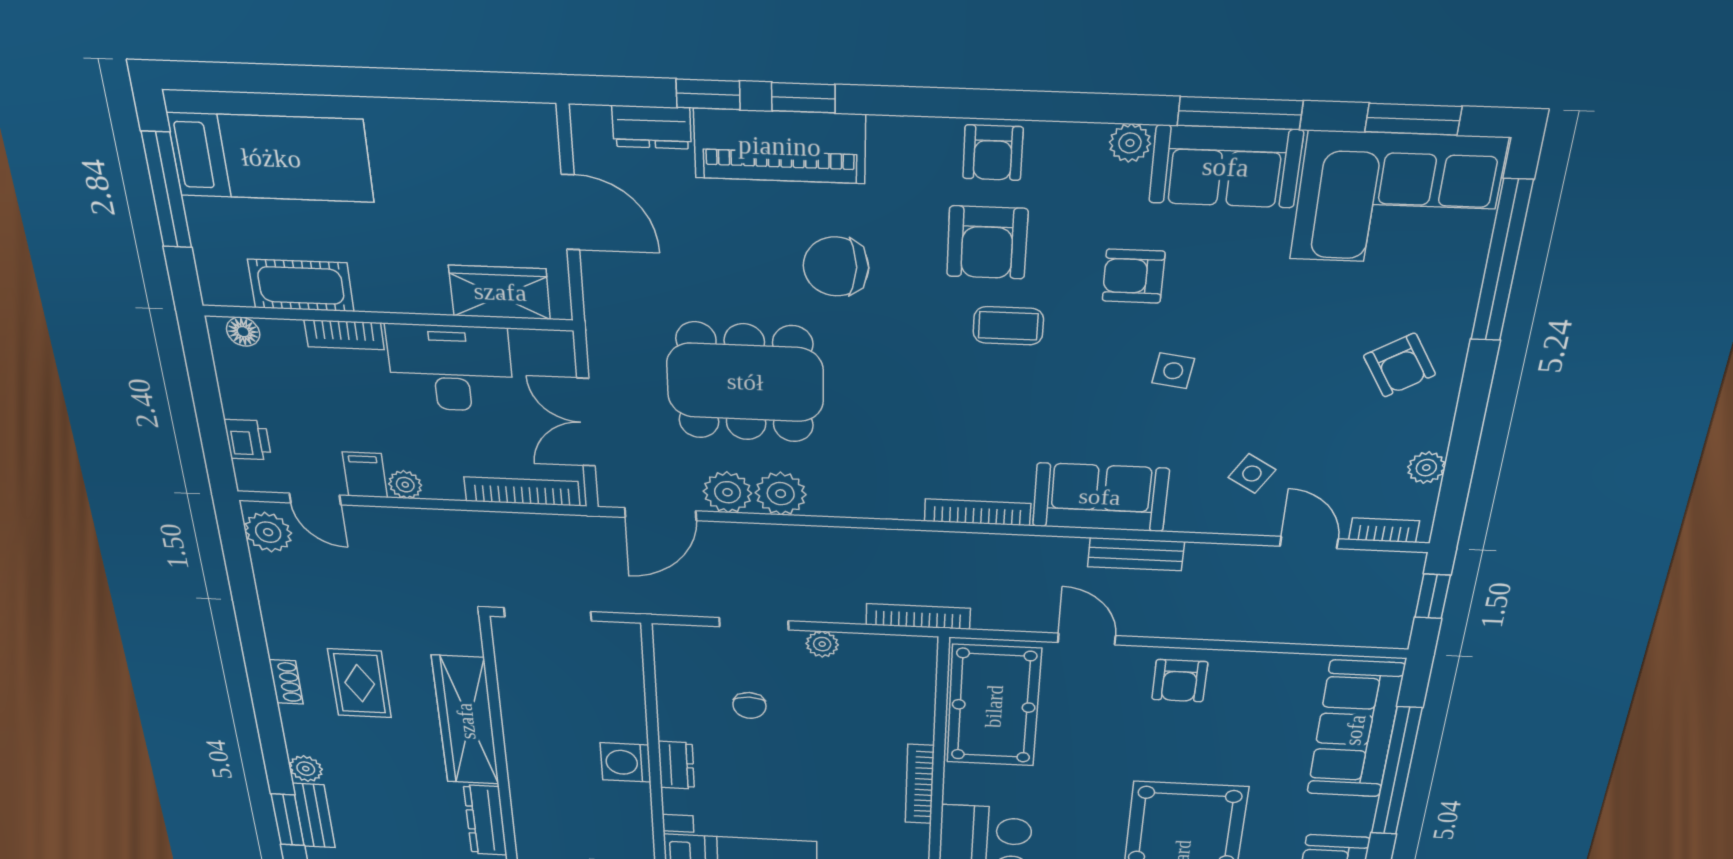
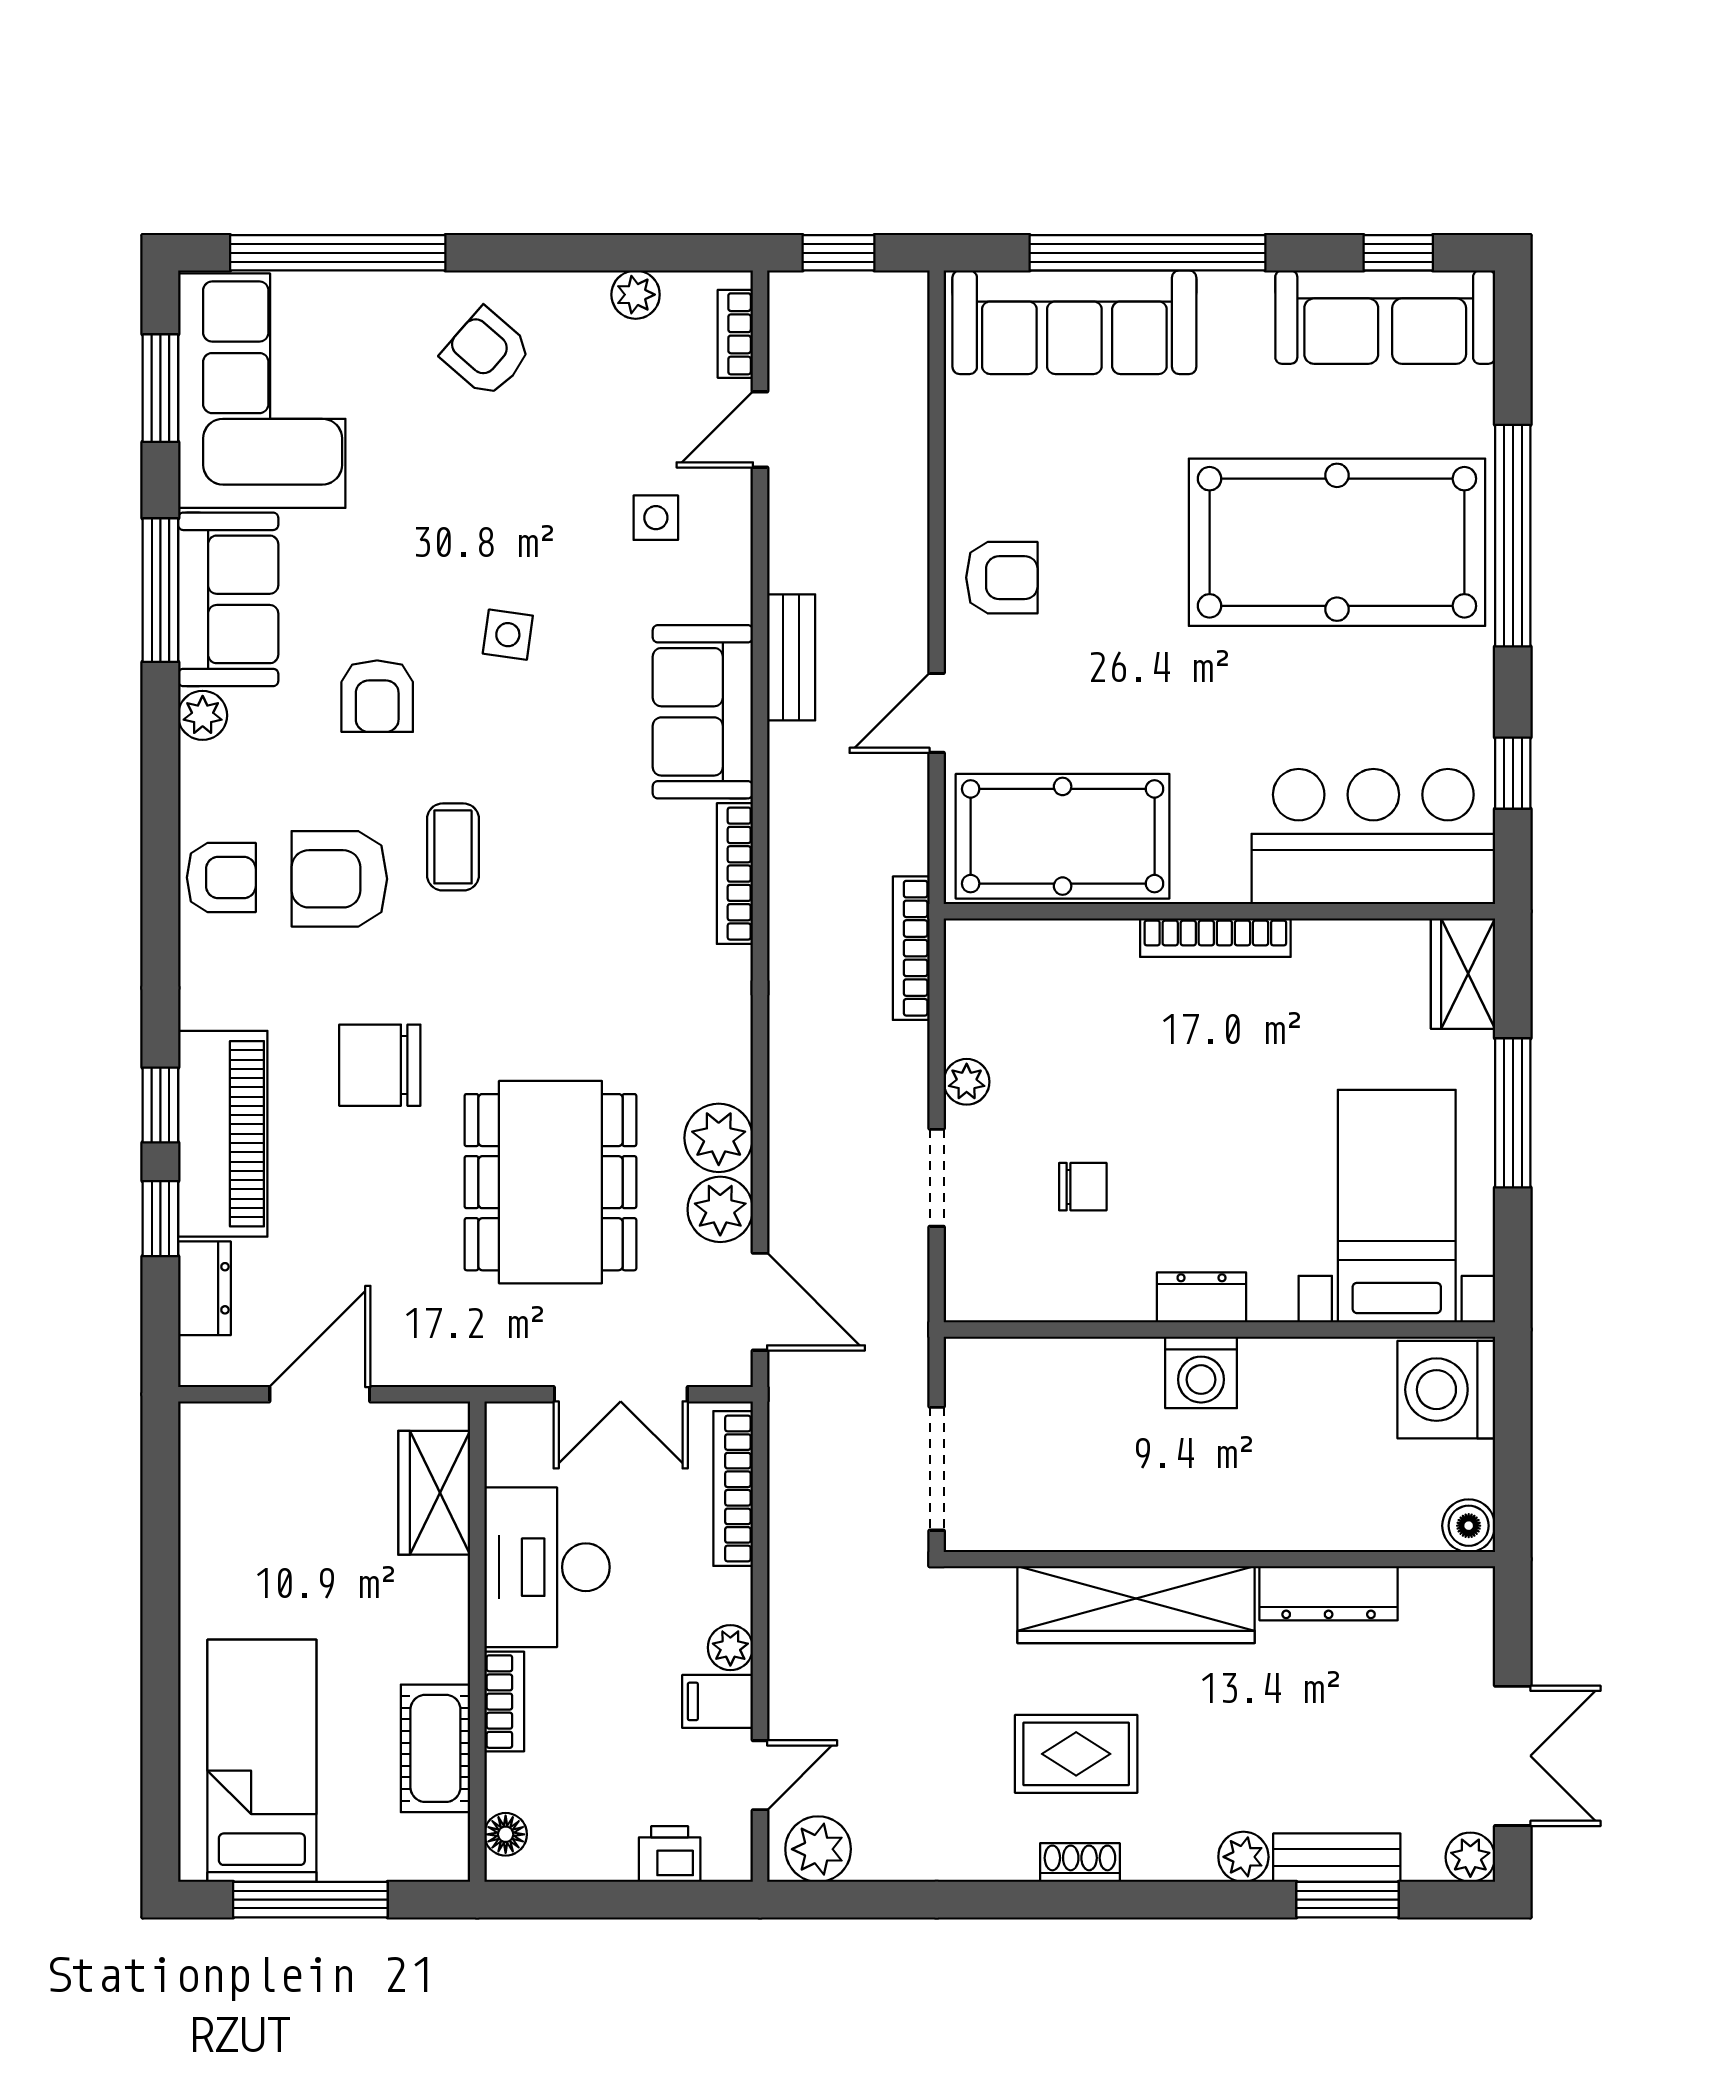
armchair: (987, 243) -> (339, 879), turned 180
chair: (836, 267) -> (380, 1065), turned 90
armchair: (1400, 365) -> (487, 353), turned -108
side table: (1252, 474) -> (656, 518), turned -31

